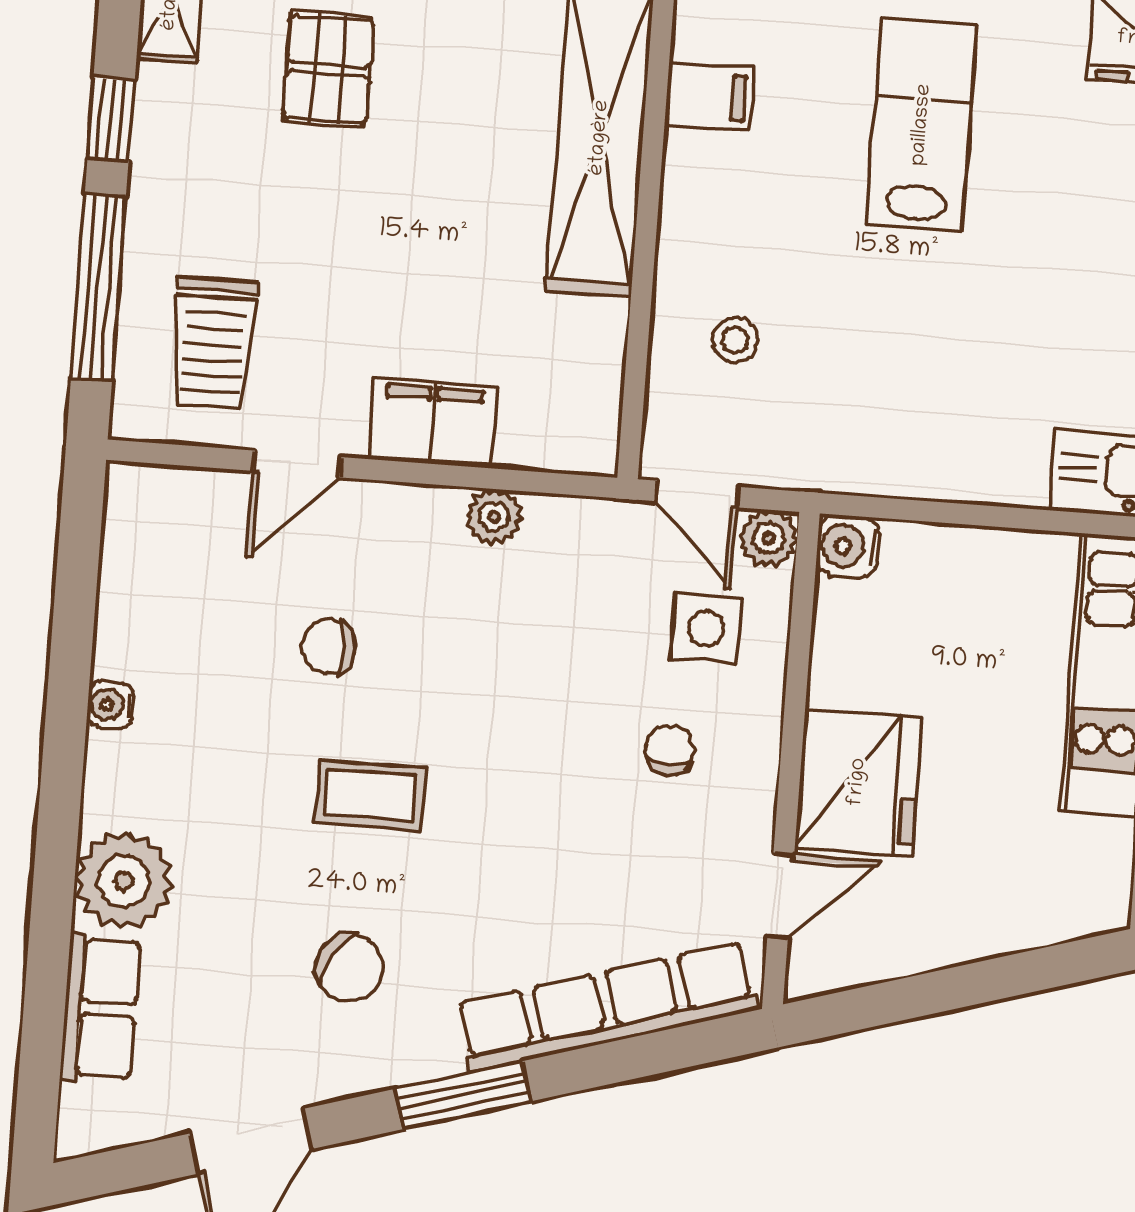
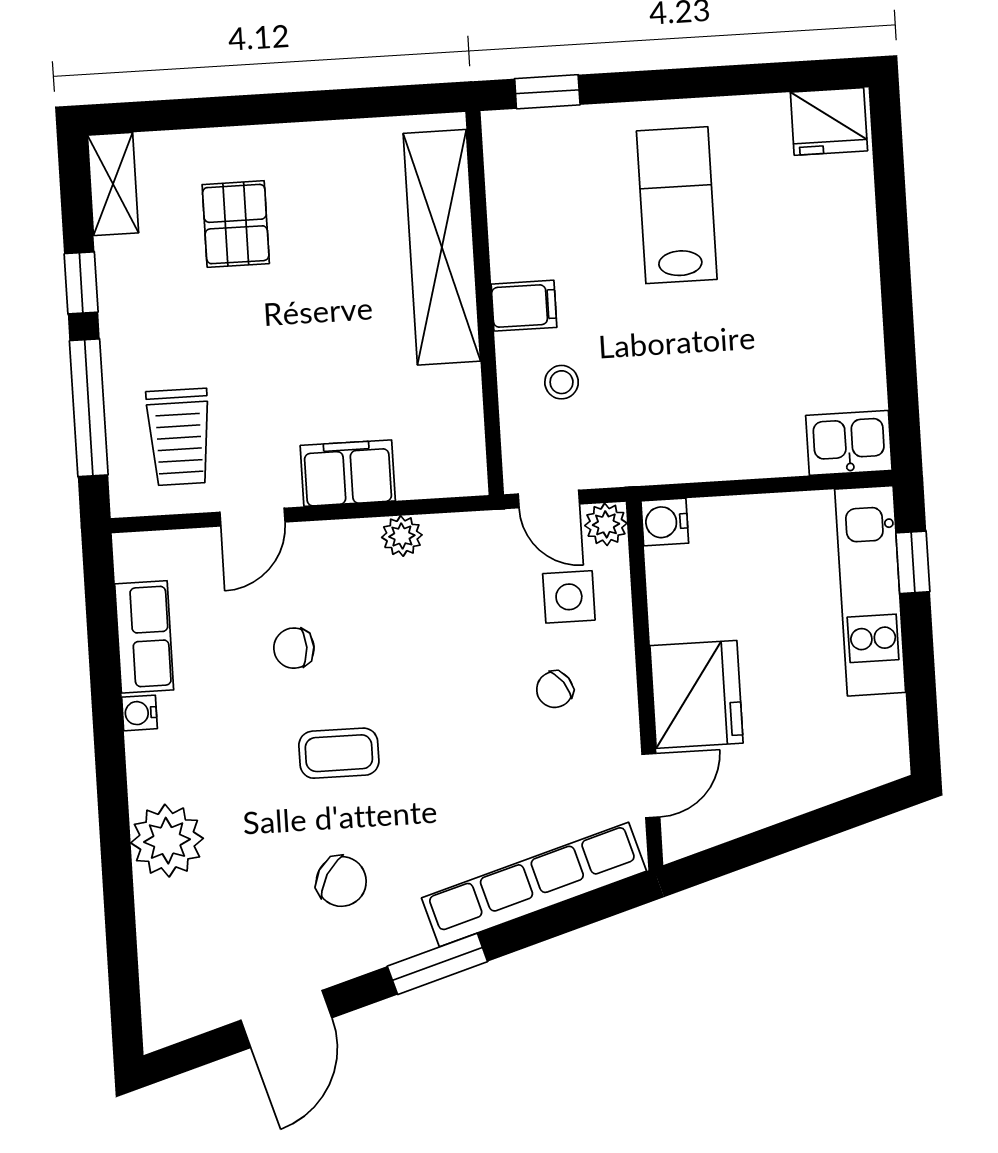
filing cabinet: (709, 96) -> (524, 306), moved
chair: (670, 750) -> (555, 689), turned -126
row of seats: (100, 1008) -> (144, 637), moved

